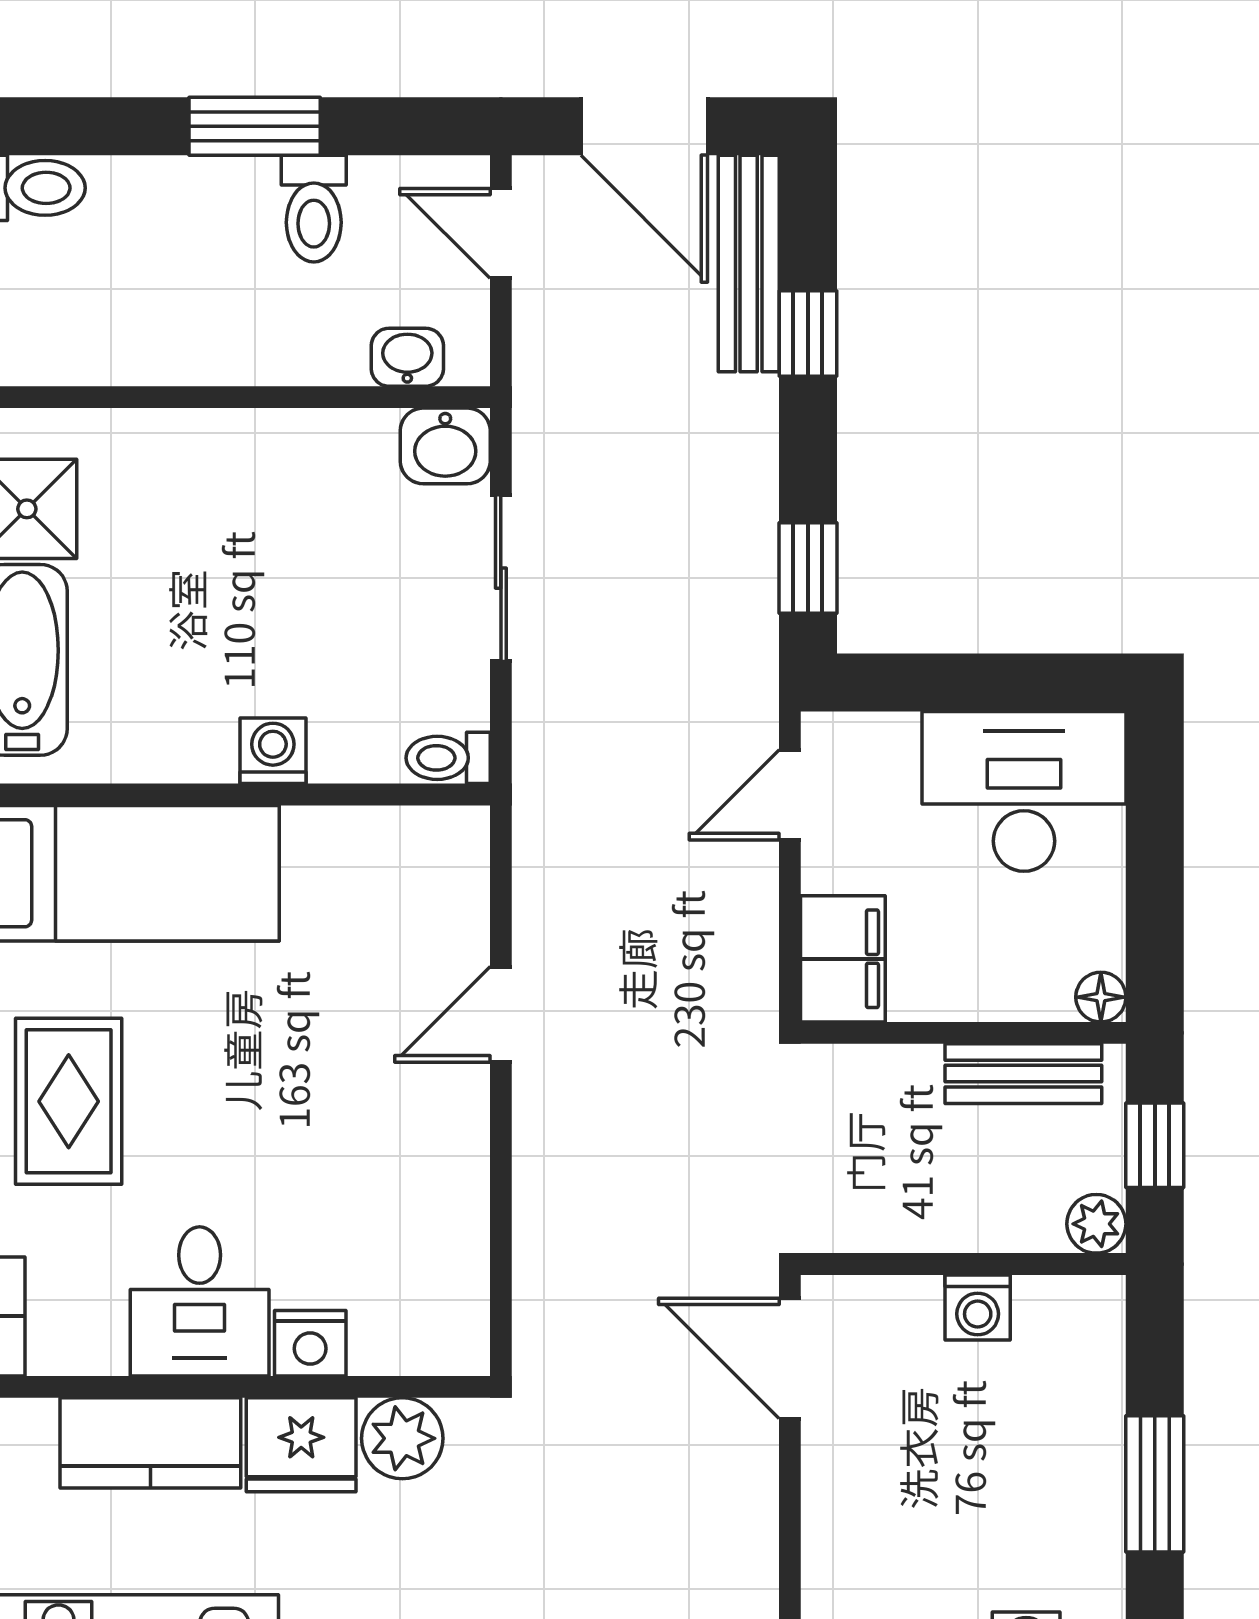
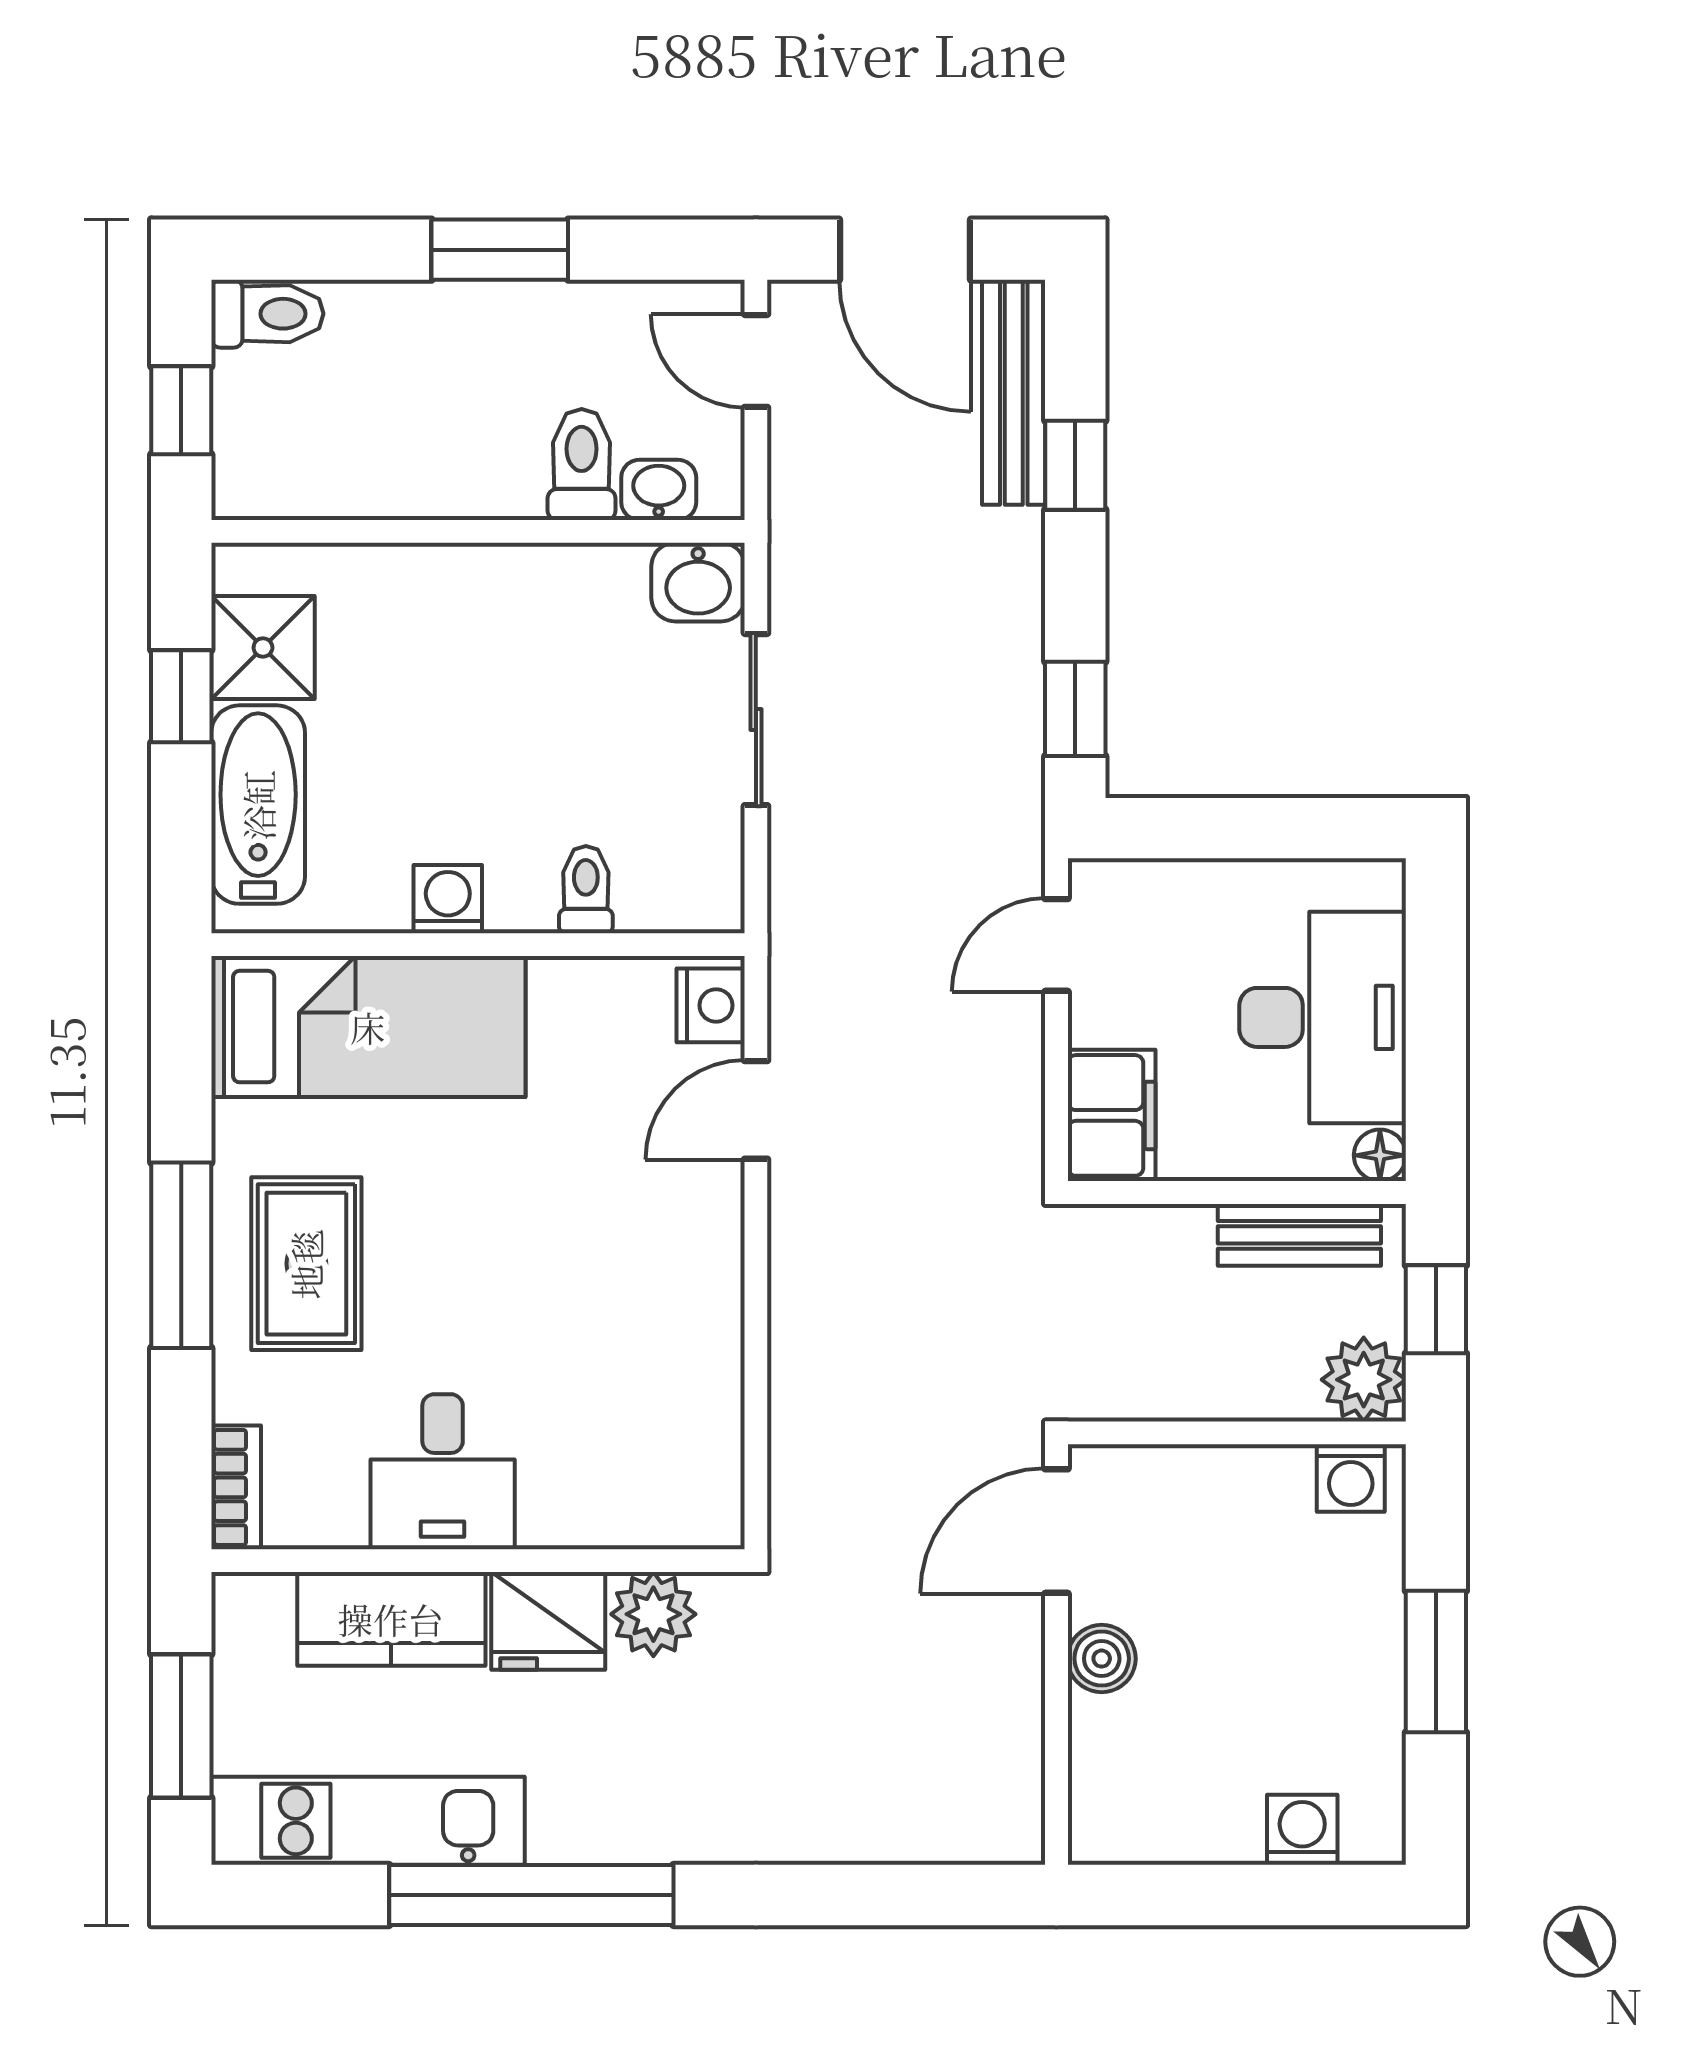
toilet: (314, 209) -> (582, 464), moved, turned 180
washing machine: (273, 751) -> (448, 899), moved
toilet: (448, 758) -> (586, 890), moved, turned 90
desk: (1024, 791) -> (1323, 1017), moved, turned 90
door: (501, 1014) -> (756, 1110), moved
plant: (1096, 1224) -> (1364, 1380), width x1.38, depth x1.38
washing machine: (978, 1307) -> (1351, 1478), moved
nightstand: (310, 1343) -> (711, 1005), moved, turned -90
door: (790, 1358) -> (1056, 1531), hinge flipped
boiler: (833, 1481) -> (1102, 1659), added

